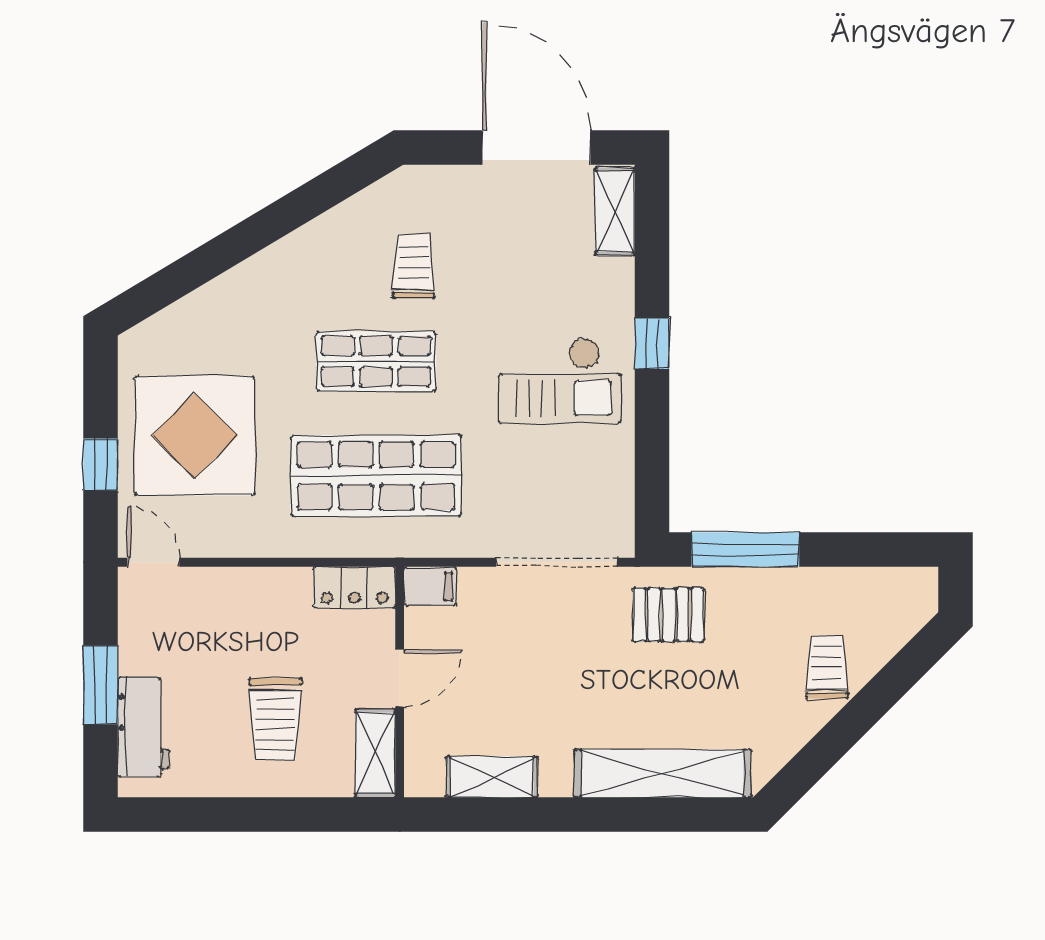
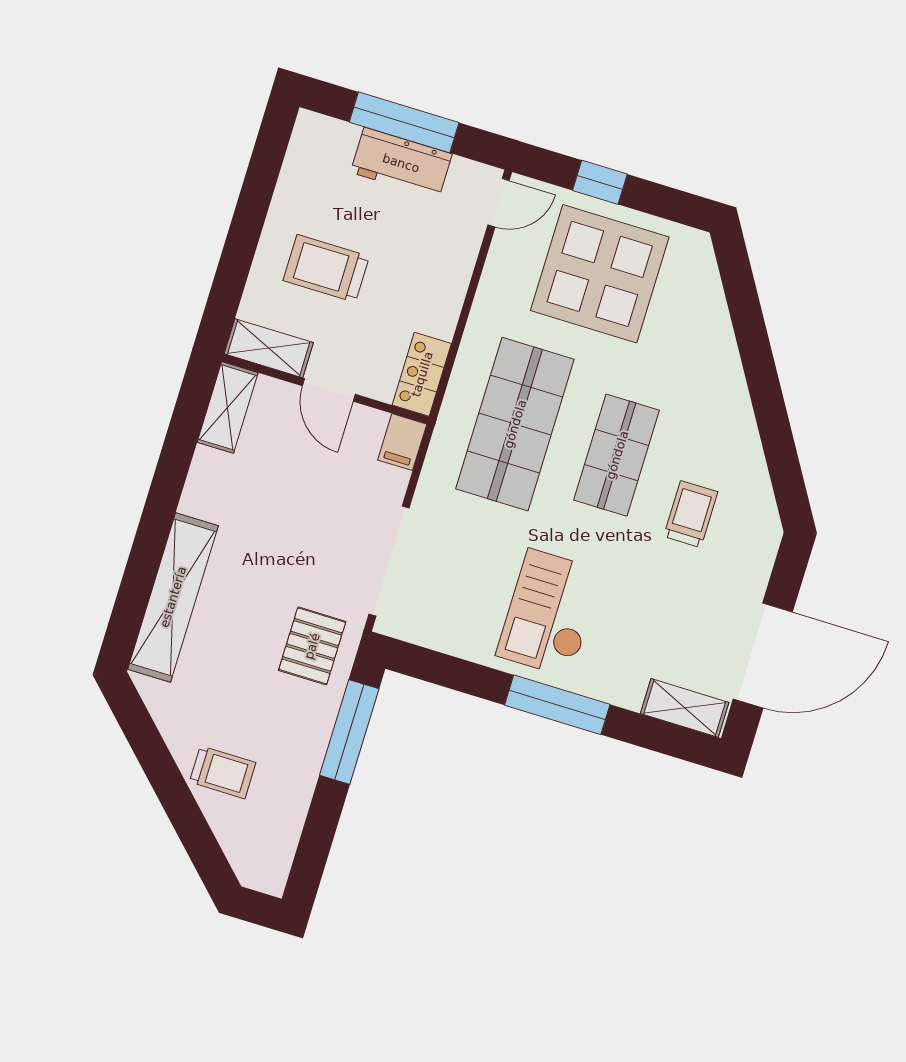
trolley: (414, 266) -> (691, 514), turned -90
window: (652, 344) -> (557, 705), width x2.17
window: (100, 685) -> (404, 122), width x1.44
workbench: (143, 727) -> (401, 163), moved
shelving: (492, 777) -> (228, 407), moved

